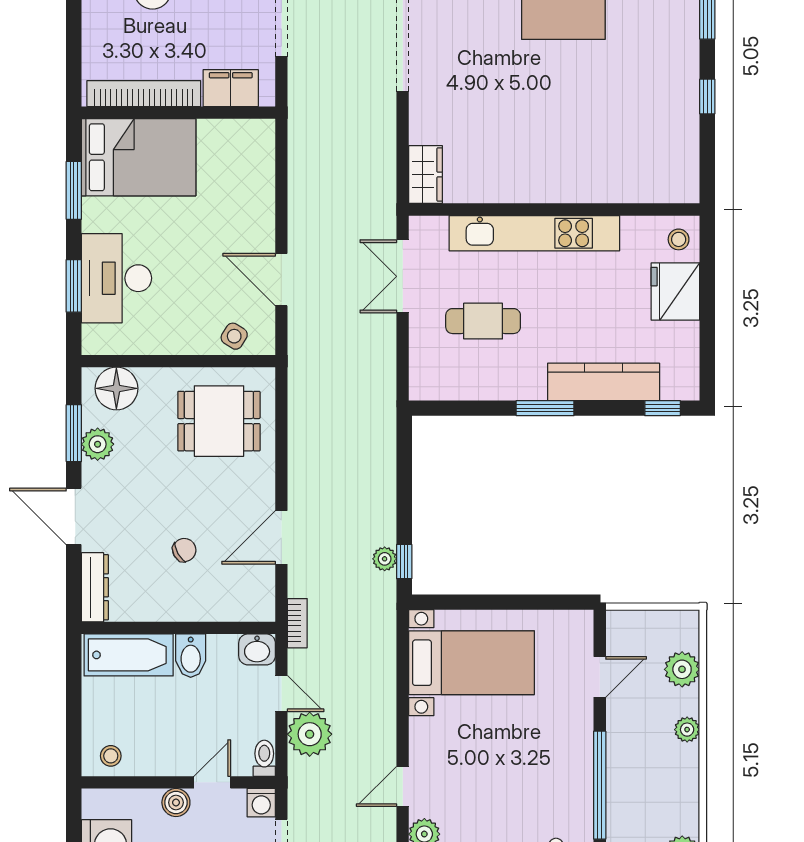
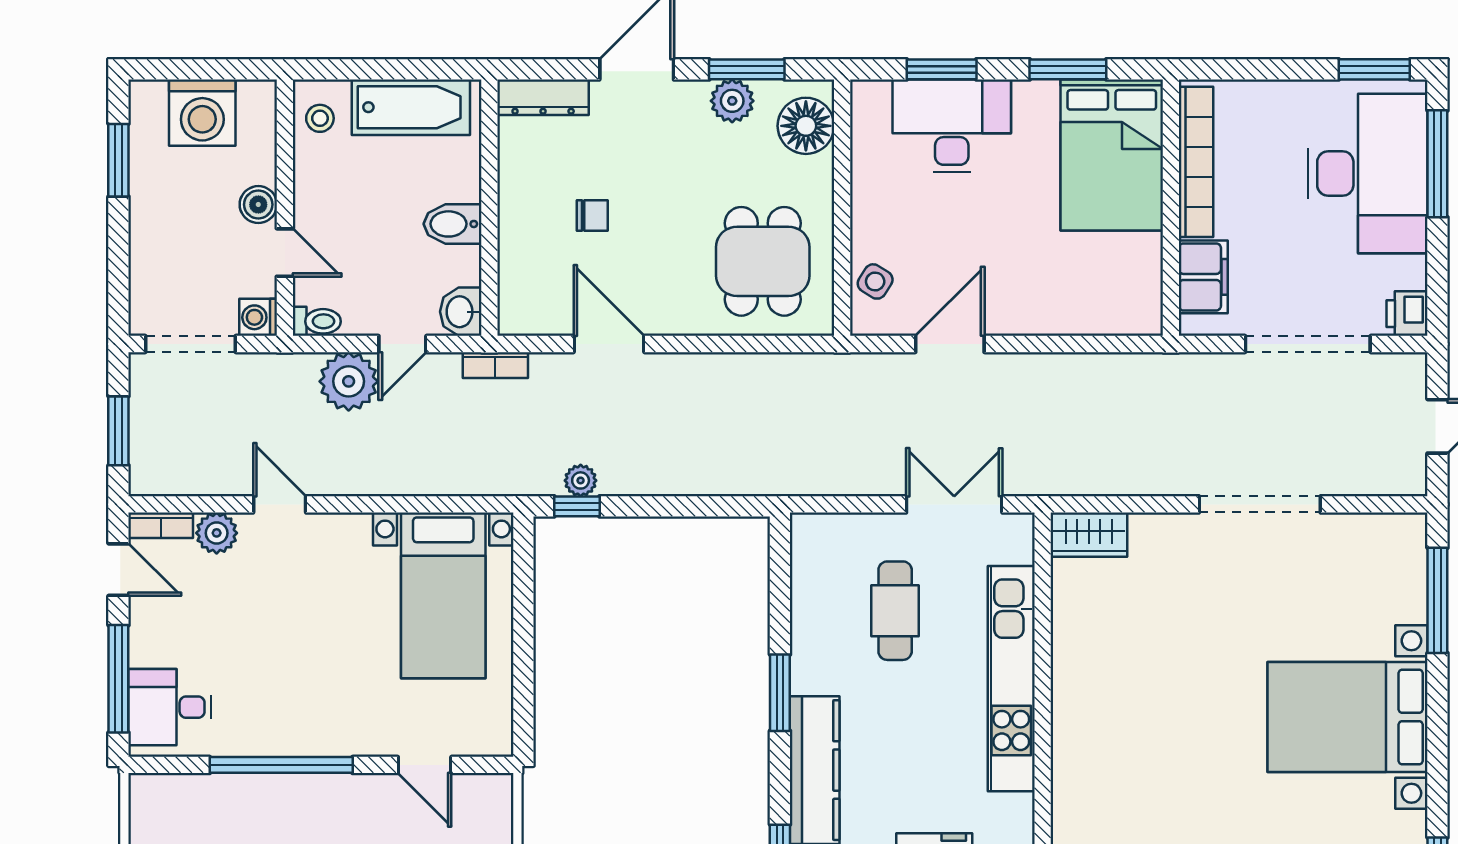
chair: (184, 550) -> (592, 216), turned -61
bathtub: (129, 655) -> (411, 107), moved, turned -90

